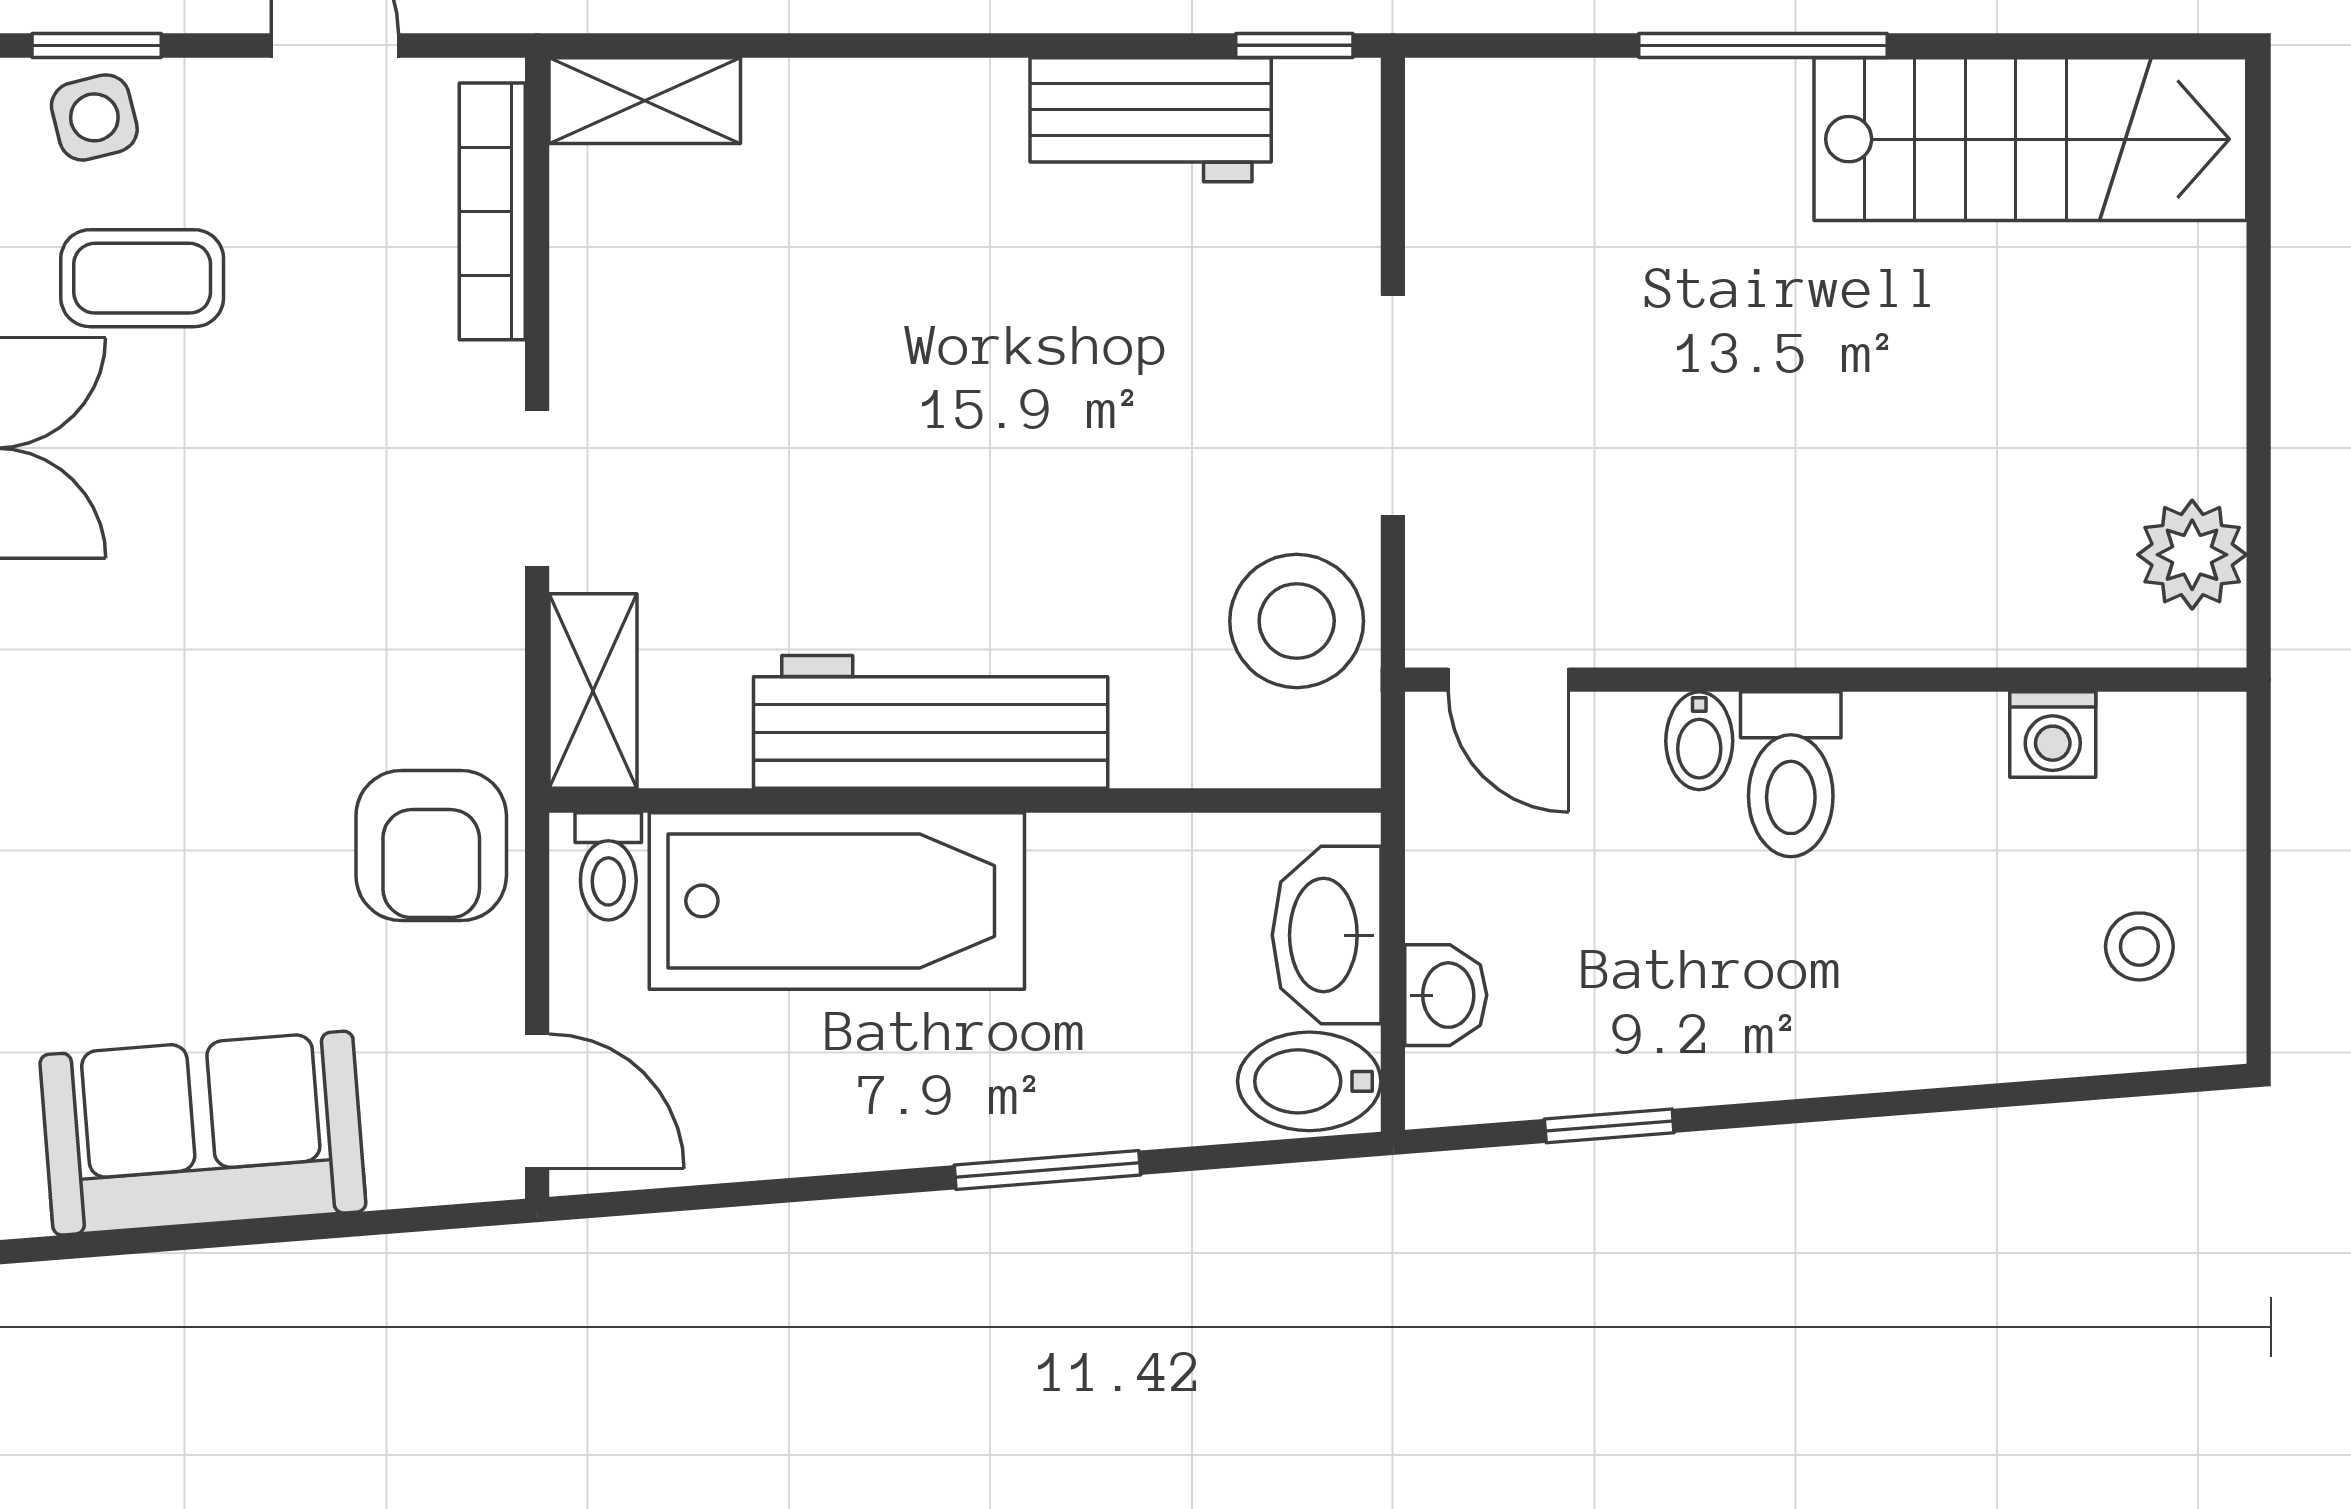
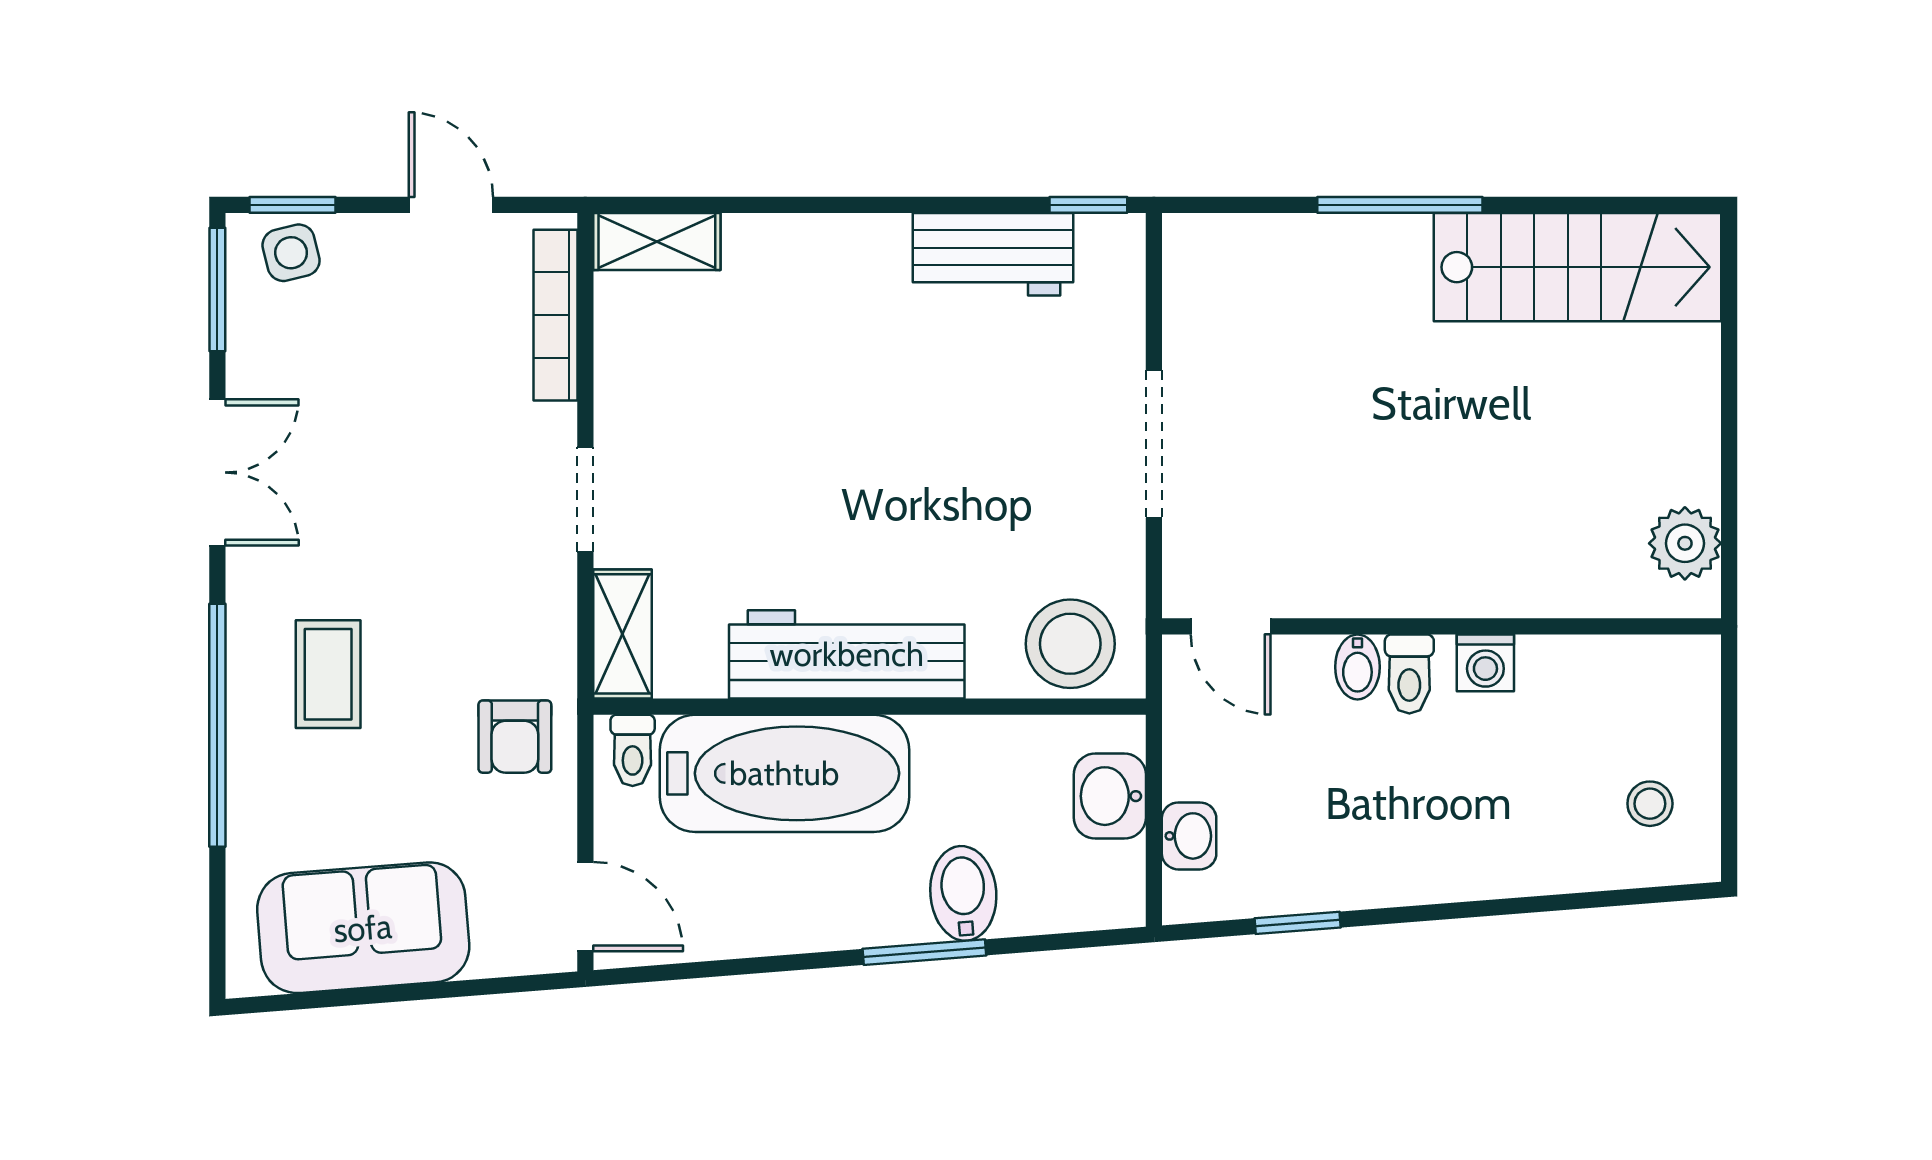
coffee table: (142, 278) -> (328, 674), moved, turned 90
stool: (1297, 621) -> (1070, 644), moved
washing machine: (2053, 735) -> (1485, 663), moved
toilet: (1791, 774) -> (1409, 674), width x0.73, depth x0.72
armchair: (431, 846) -> (515, 737), width x0.72, depth x0.72
washbasin: (1327, 935) -> (1110, 796), width x0.72
bidet: (1309, 1081) -> (963, 893), moved, turned 86

